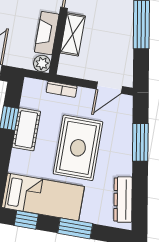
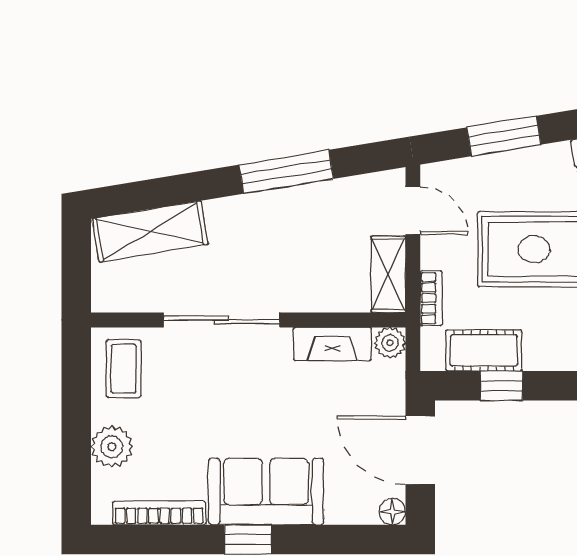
shelving: (73, 34) -> (388, 274), moved, turned 90
cot: (26, 129) -> (484, 351), moved

